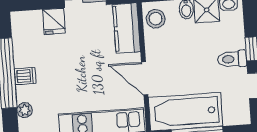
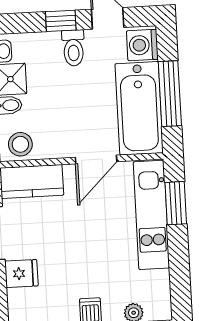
washing machine: (235, 113) -> (142, 45), added

